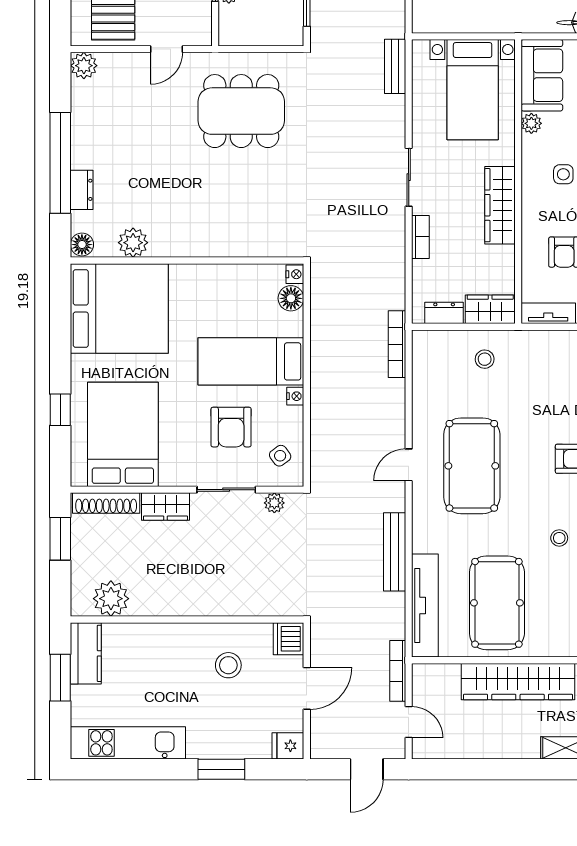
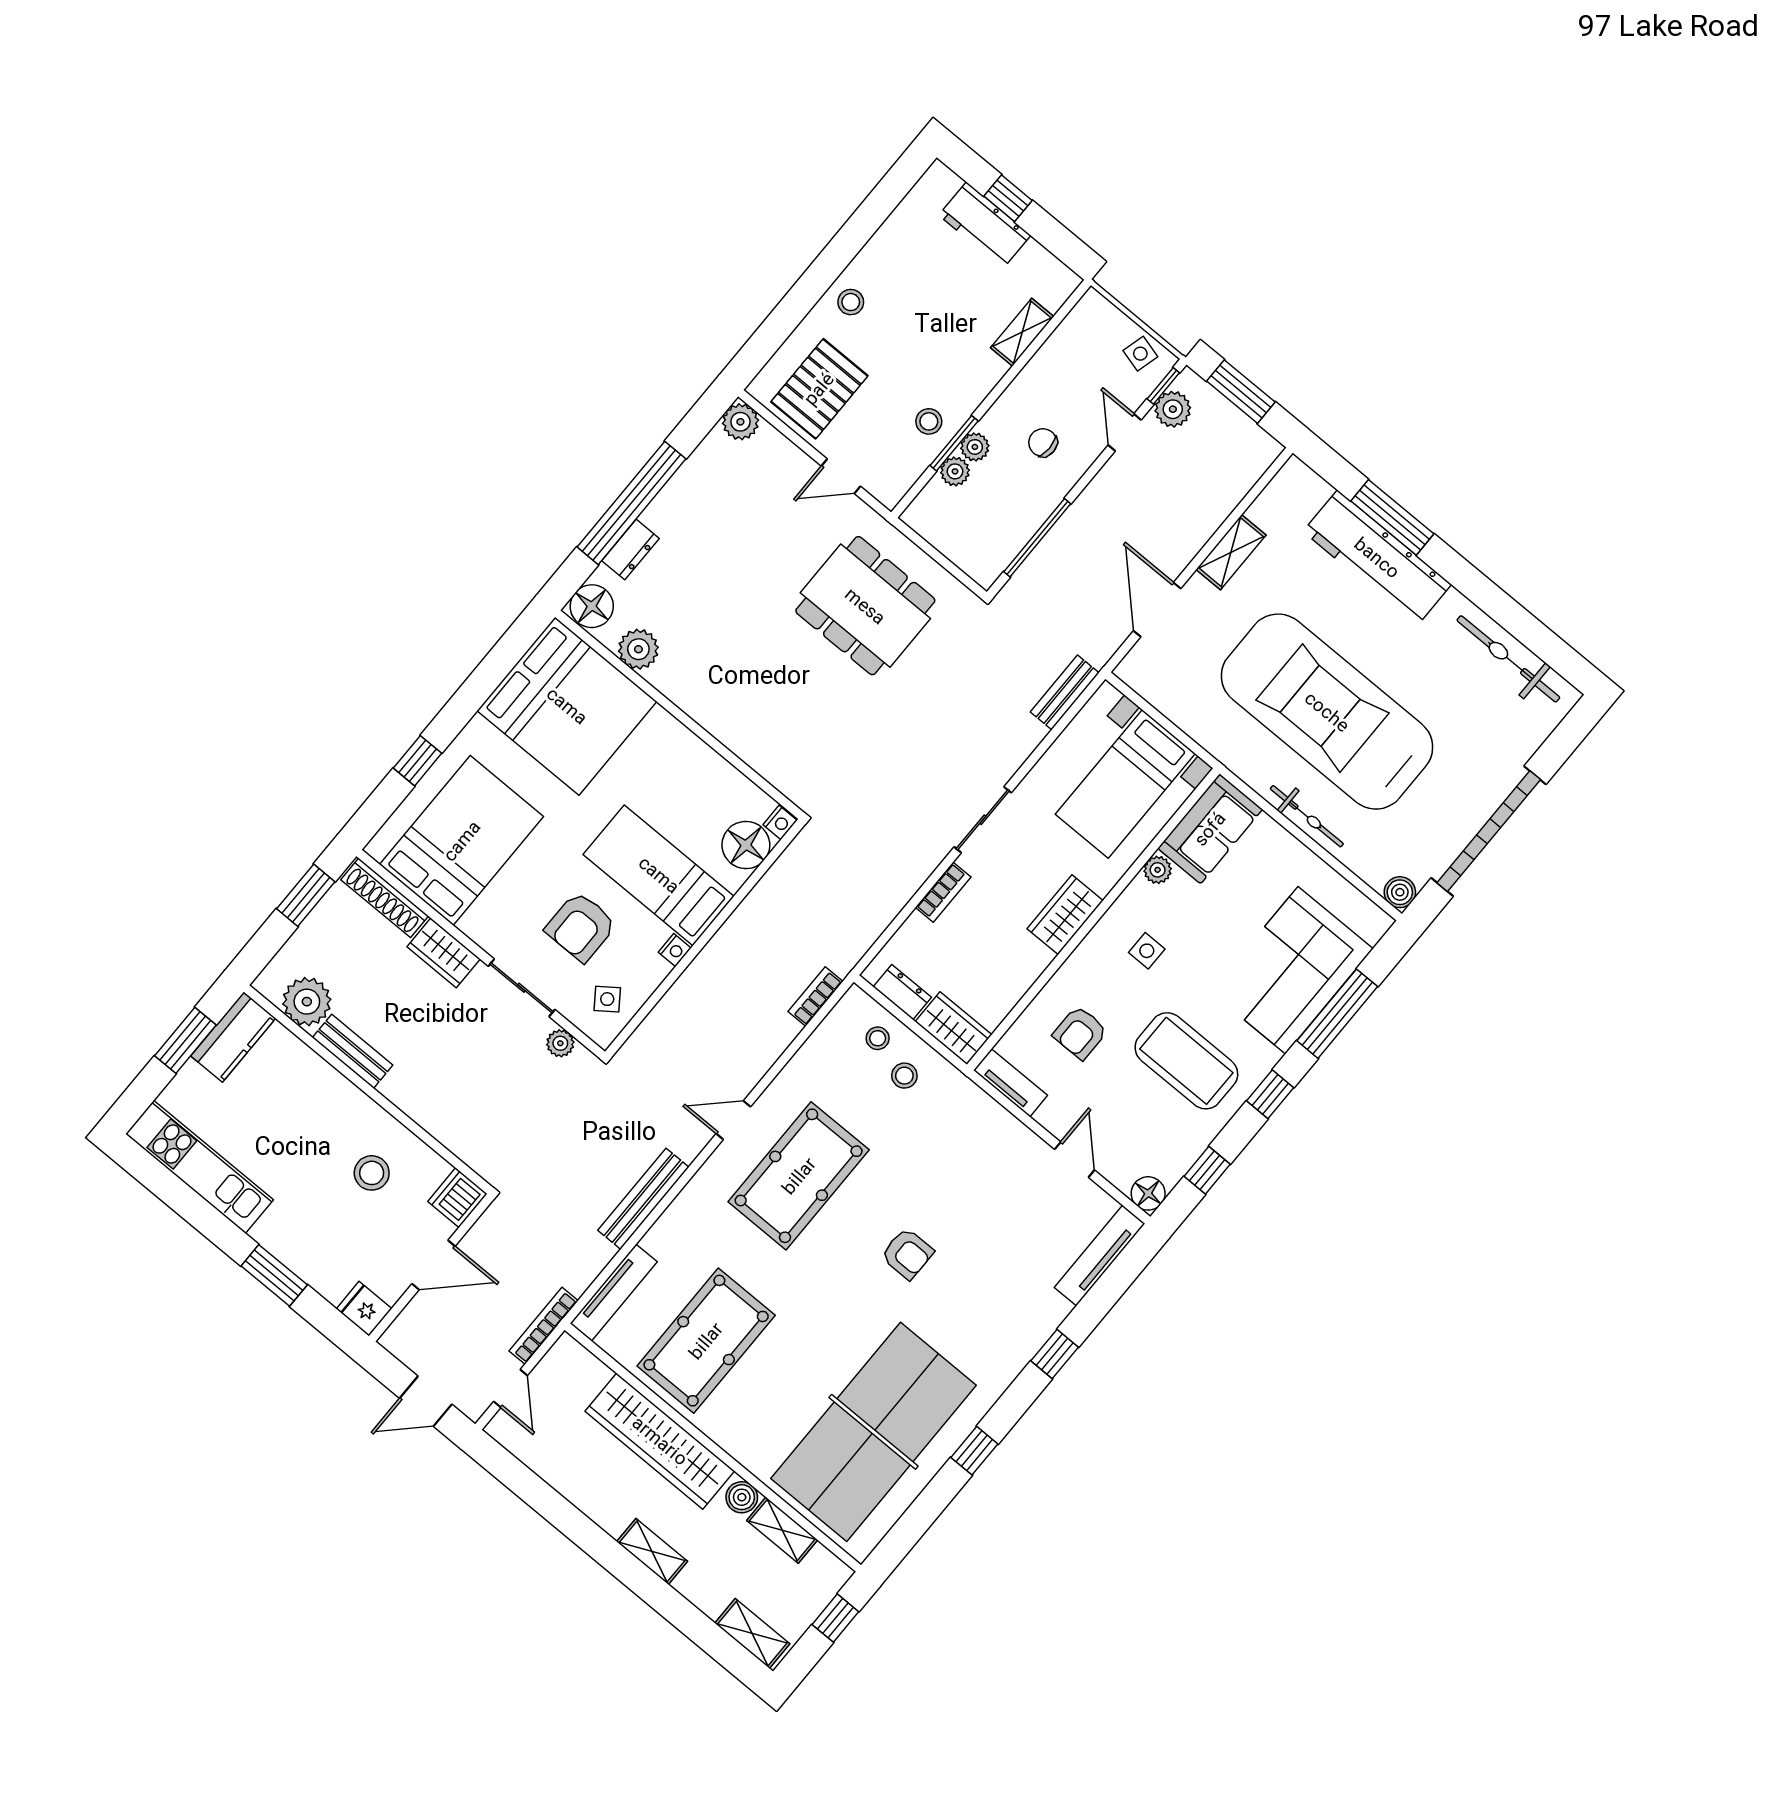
wardrobe: (500, 205) -> (1065, 915), width x0.67
floor lamp: (82, 245) -> (592, 606), width x1.38, depth x1.38
floor lamp: (291, 298) -> (746, 845), width x1.38, depth x1.38
bookcase: (397, 344) -> (815, 997), width x0.64
stool: (559, 538) -> (878, 1038), moved
bench: (160, 605) -> (353, 1051), added
tv unit: (425, 605) -> (614, 1293), width x0.73, depth x0.78

